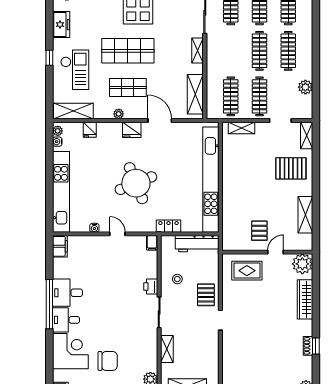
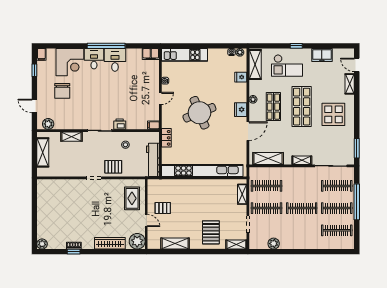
clothes rail: (288, 51) -> (302, 230), removed
kitchen unit: (61, 192) -> (184, 55), width x0.73

